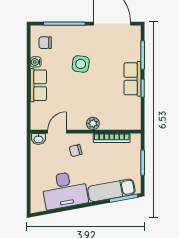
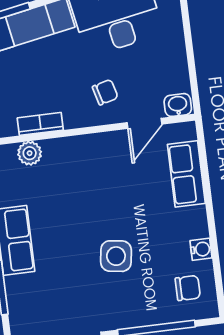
row of seats: (38, 85) -> (186, 174), moved
plant: (93, 123) -> (30, 153), moved
bookcase: (112, 138) -> (40, 124), width x0.64

